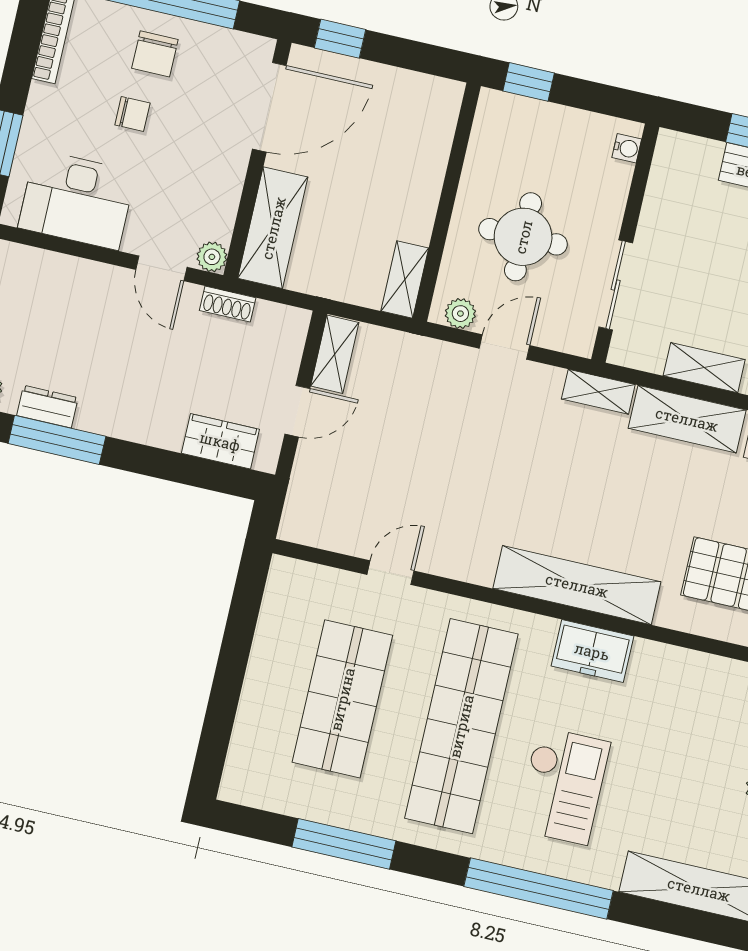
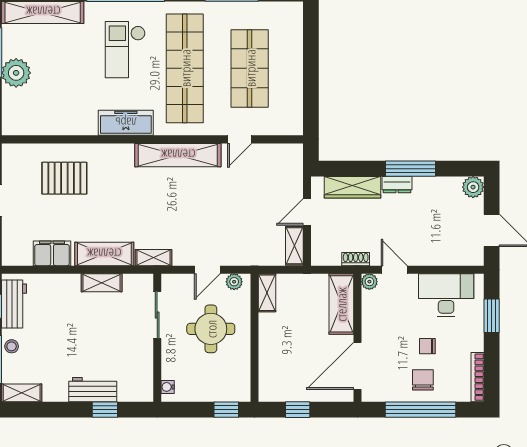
window: (340, 39) -> (298, 410), moved
dresser: (47, 407) -> (397, 185), moved
window: (57, 440) -> (411, 169), moved
wardrobe: (220, 441) -> (353, 187), width x1.50
shelving: (577, 585) -> (178, 155), moved
freezer: (592, 651) -> (126, 123), width x1.40

